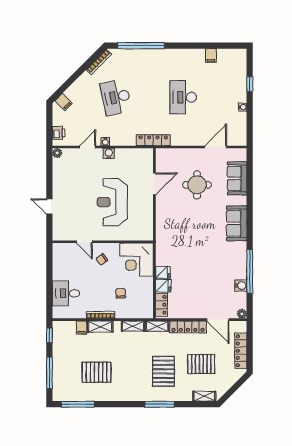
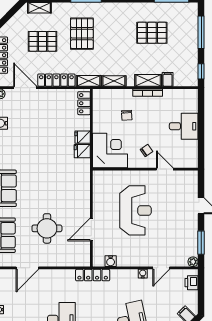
water cooler: (109, 153) -> (111, 261), moved
window: (49, 171) -> (201, 243), added
fridge: (163, 286) -> (82, 151), moved
desk: (66, 293) -> (184, 126), moved

